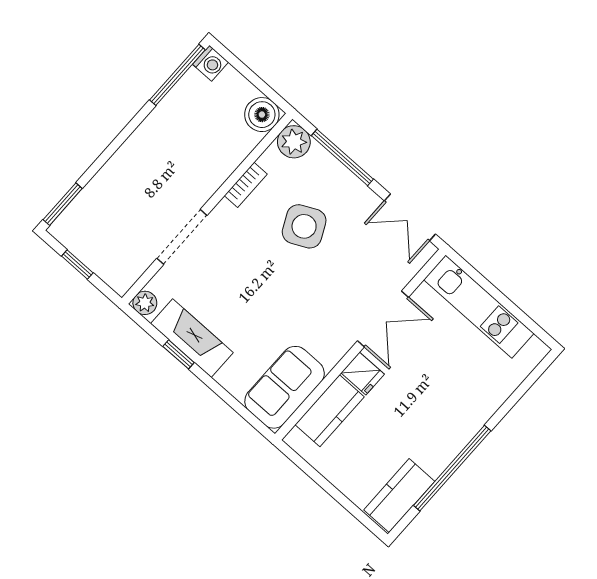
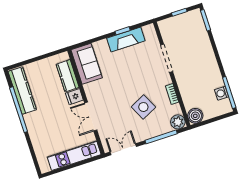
washing machine: (211, 63) -> (221, 93), moved
plant: (145, 303) -> (150, 29), removed
kitchen counter: (399, 496) -> (22, 91), width x1.50

